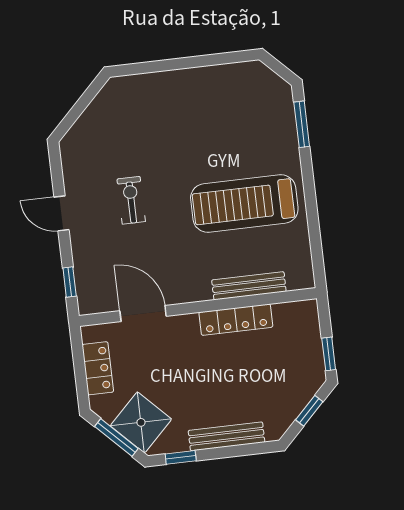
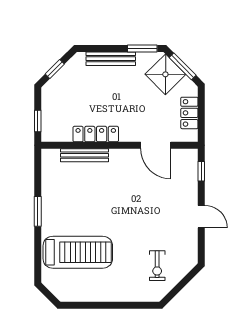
window: (302, 124) -> (38, 211), moved
exercise bike: (131, 200) -> (157, 266), moved
treadmill: (244, 204) -> (78, 252), moved
window: (329, 354) -> (38, 121), moved
window: (181, 457) -> (142, 48), width x1.50

